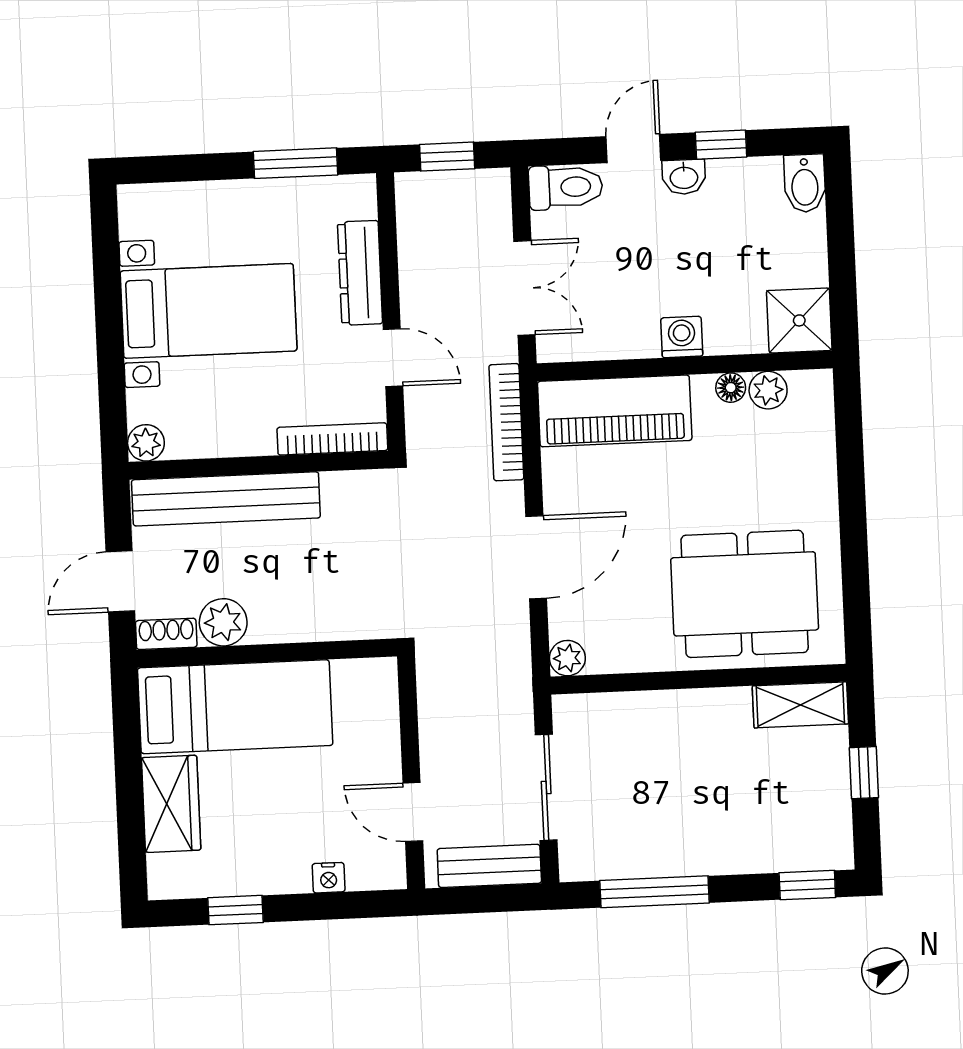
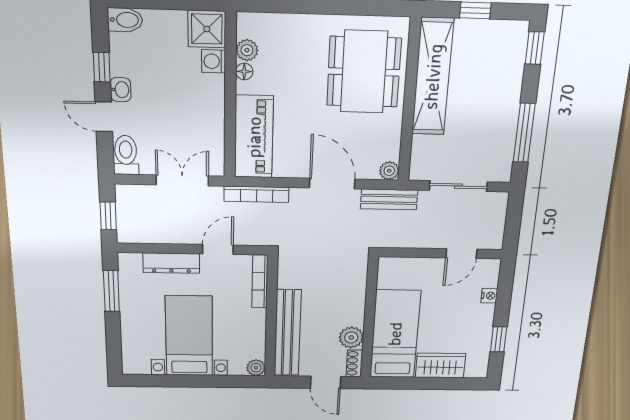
washing machine: (682, 337) -> (214, 61), moved
shelving: (800, 705) -> (433, 77), width x2.20, depth x1.33
bench: (489, 866) -> (389, 199), moved, turned 90

